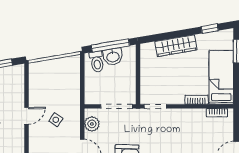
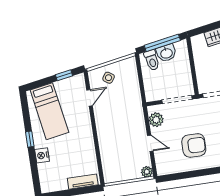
door: (26, 116) -> (90, 98), moved
side table: (56, 120) -> (109, 78), moved

